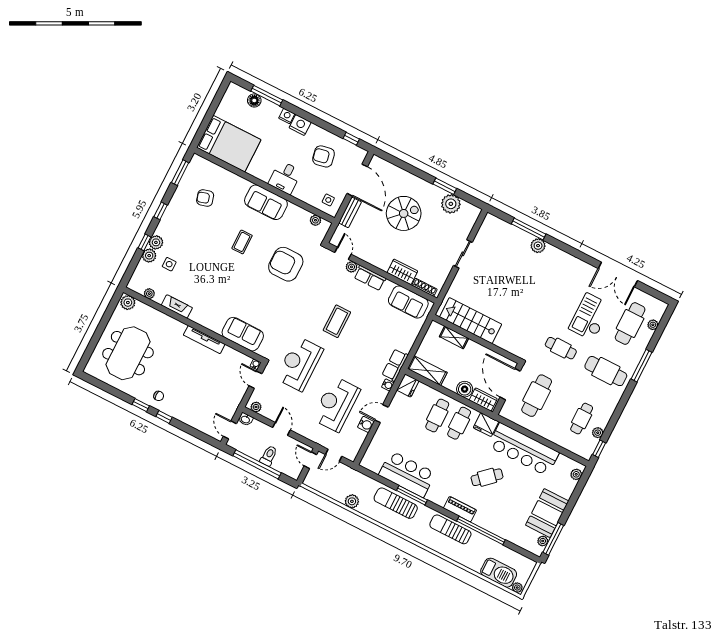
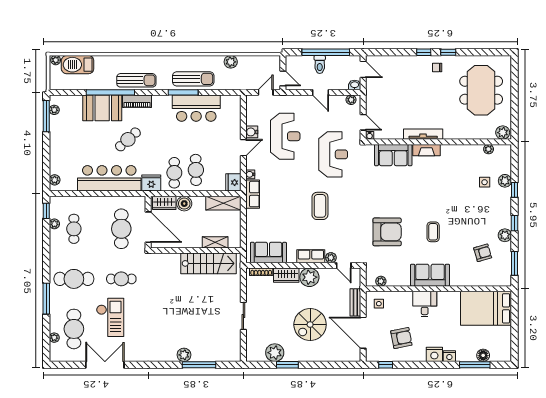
plant: (156, 242) -> (505, 235), moved
plant: (381, 259) -> (309, 277), added
fireplace: (177, 307) -> (426, 150), moved
booth: (547, 513) -> (102, 108), moved, turned 90

